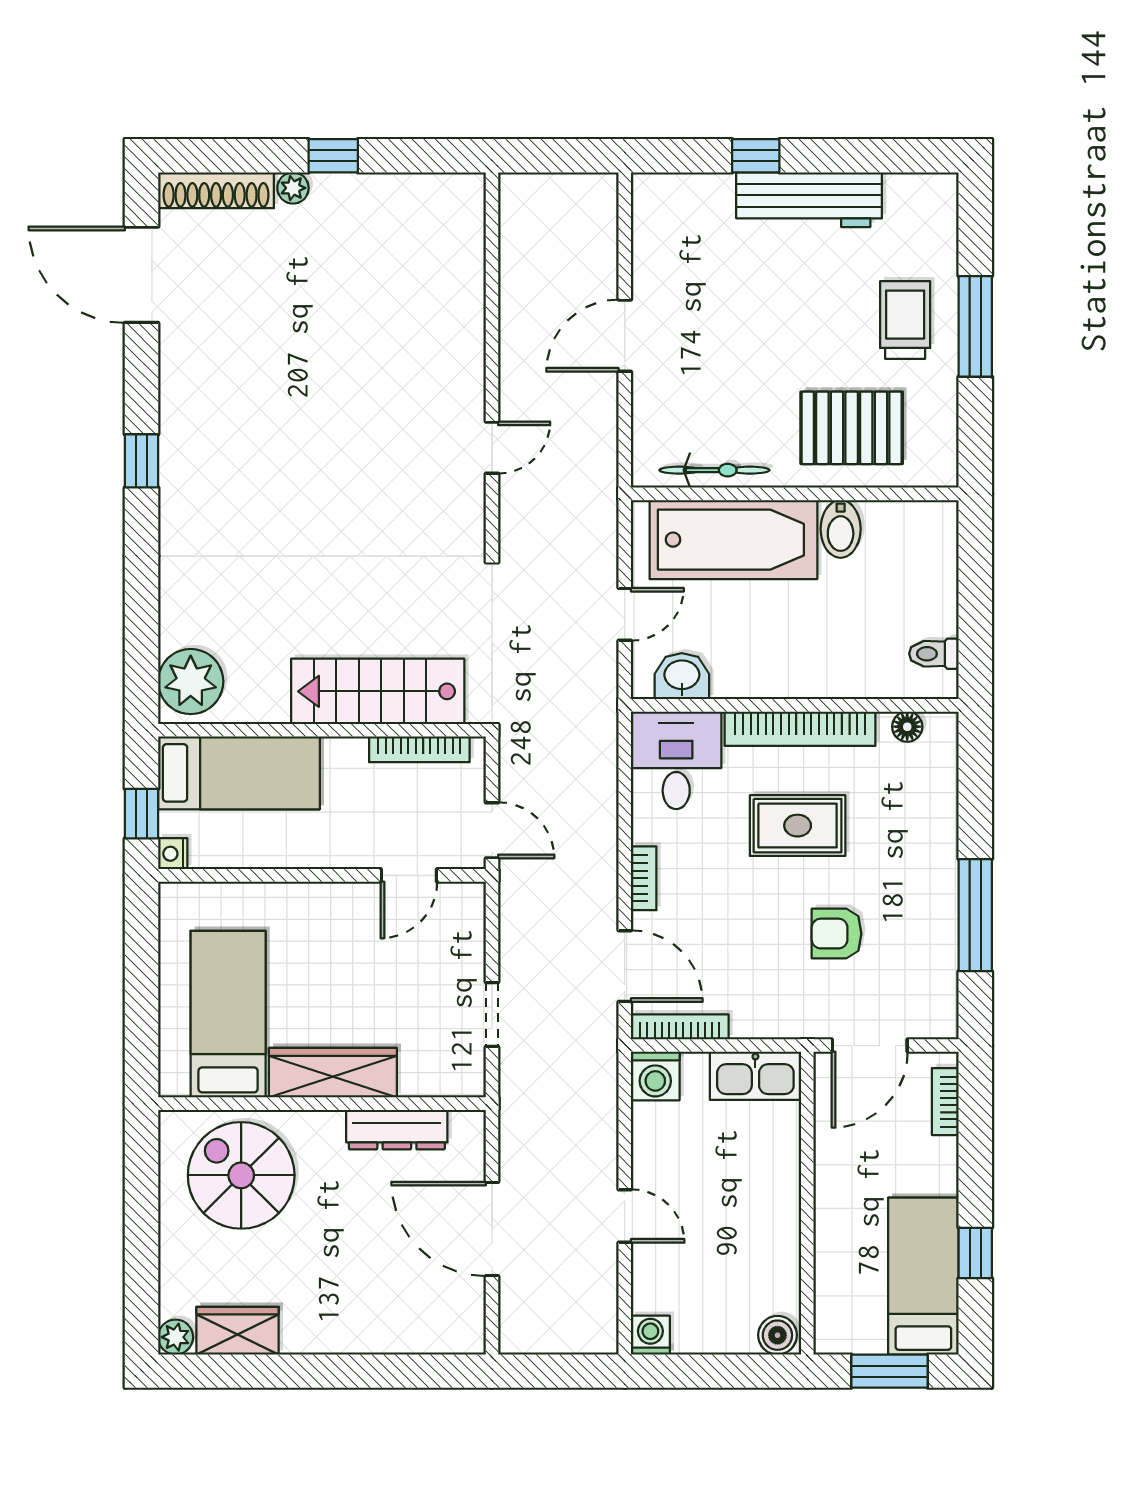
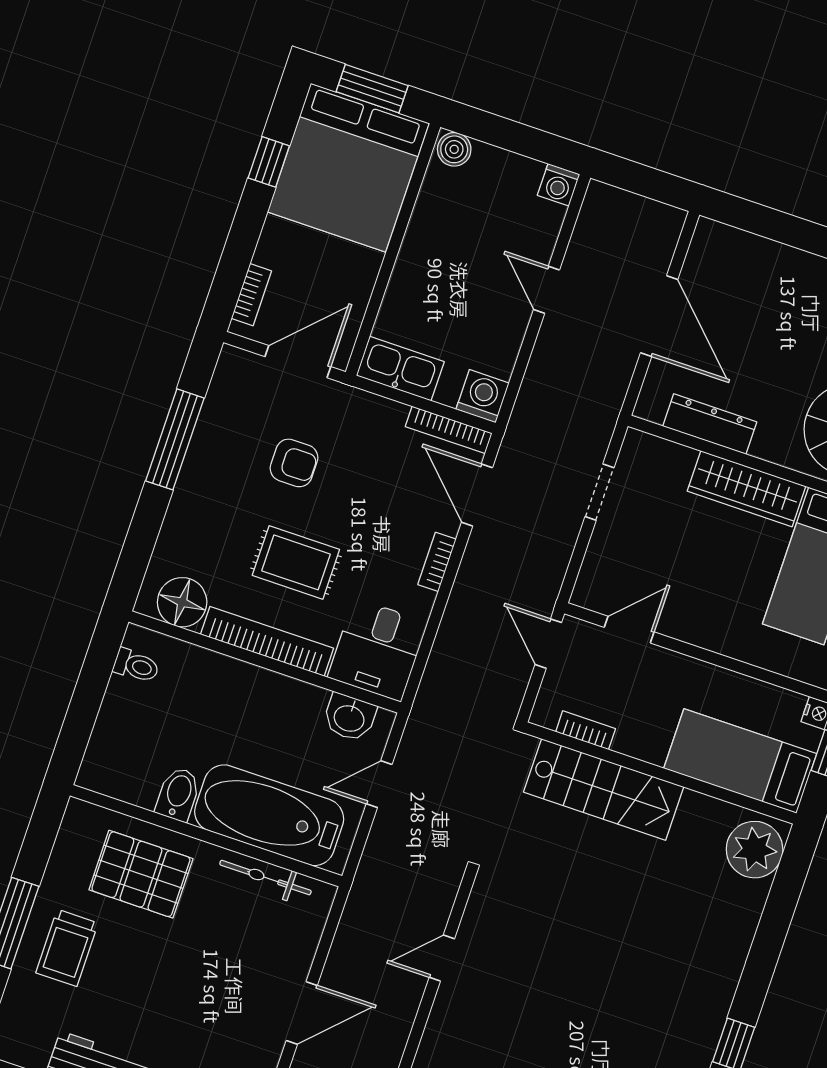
floor lamp: (907, 727) -> (182, 602), width x1.89, depth x1.89
bookcase: (419, 749) -> (586, 730), width x0.64
bed: (923, 1276) -> (348, 168), width x2.04

